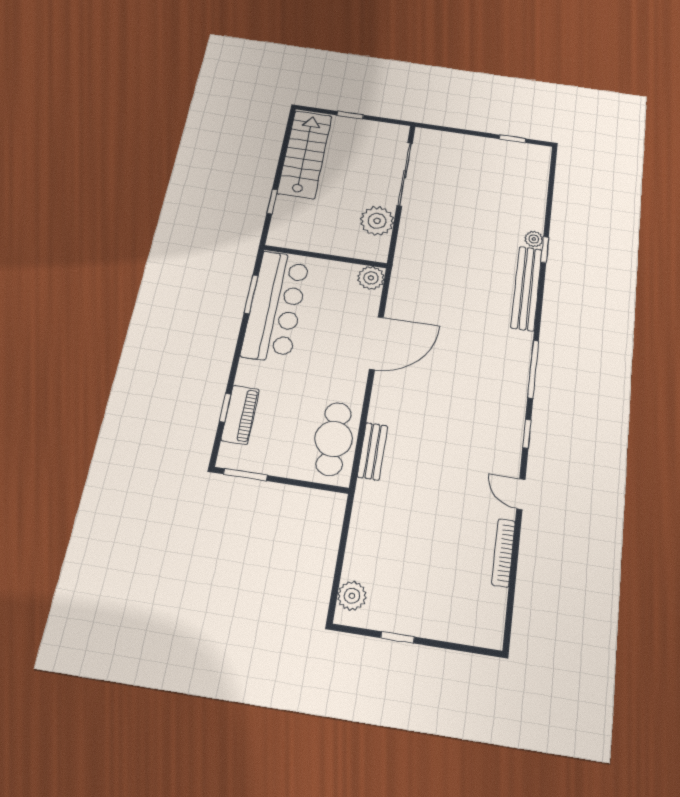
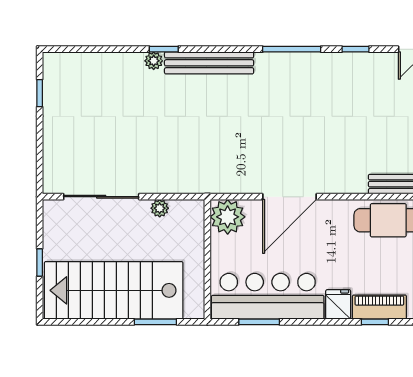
stairs: (305, 154) -> (114, 290), width x1.36, depth x1.51
window: (272, 201) -> (155, 322), width x1.50
plant: (377, 221) -> (160, 208), width x0.53, depth x0.53
plant: (371, 278) -> (228, 217), width x1.36, depth x1.36
door: (376, 343) -> (290, 197), swing flipped
fridge: (252, 373) -> (338, 304), added

